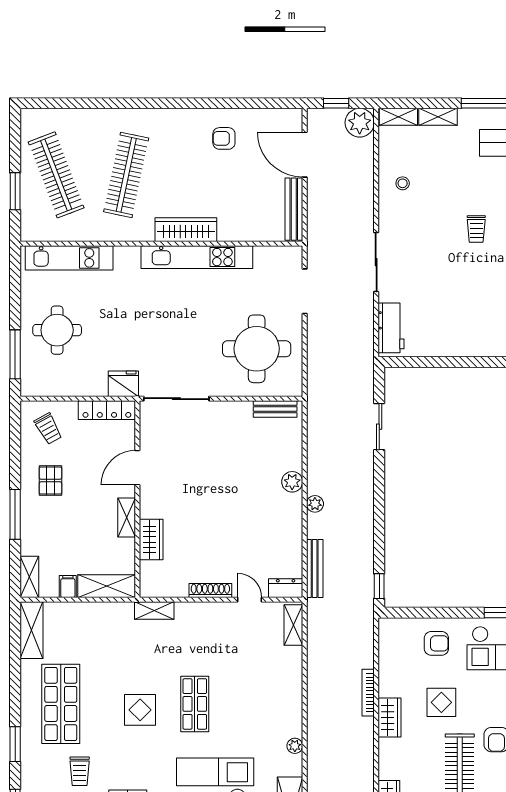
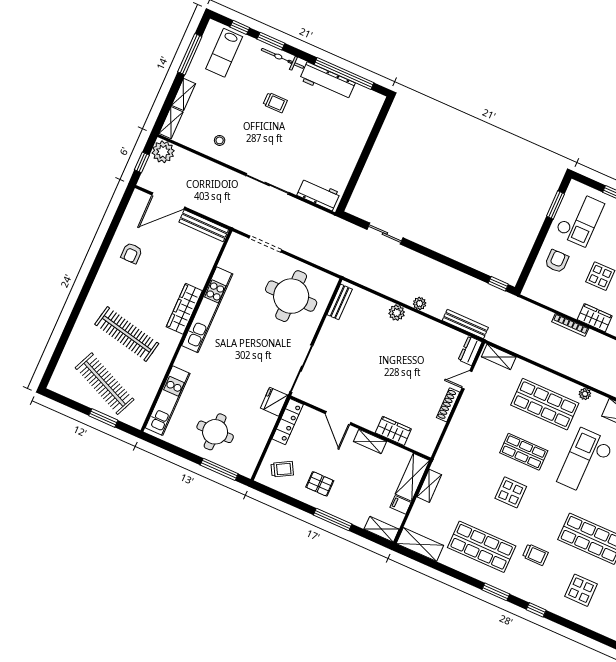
clothes rail: (56, 175) -> (105, 384), turned 45
shelving: (154, 610) -> (429, 486), moved
shop shelf: (262, 704) -> (545, 404), added

